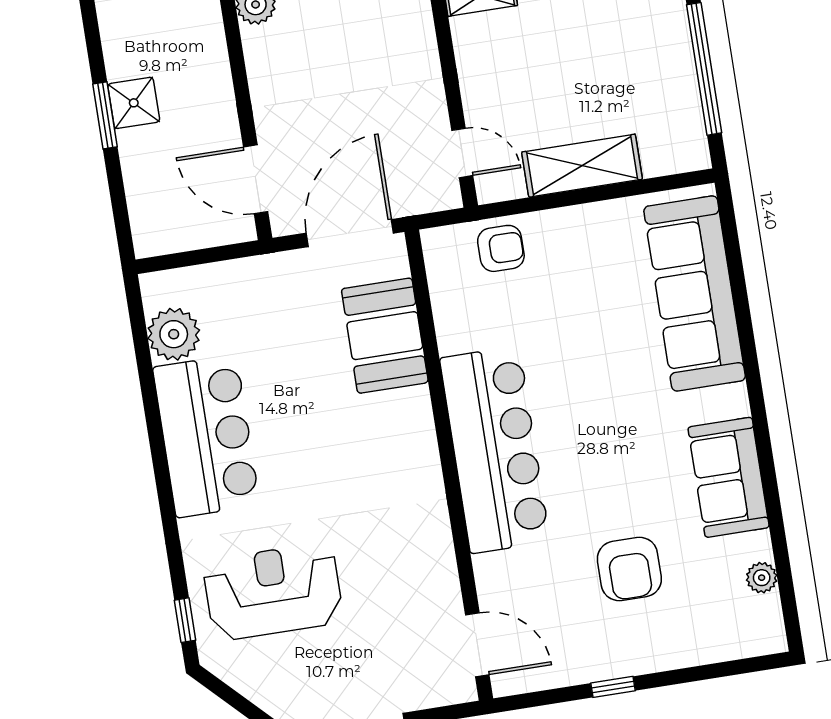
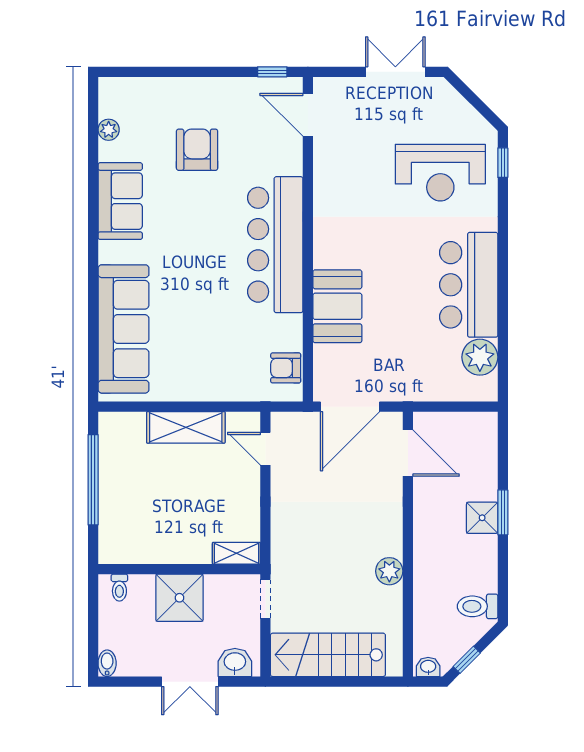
armchair: (501, 248) -> (286, 368), moved
booth: (385, 336) -> (337, 306), moved
window: (613, 687) -> (272, 72), moved

